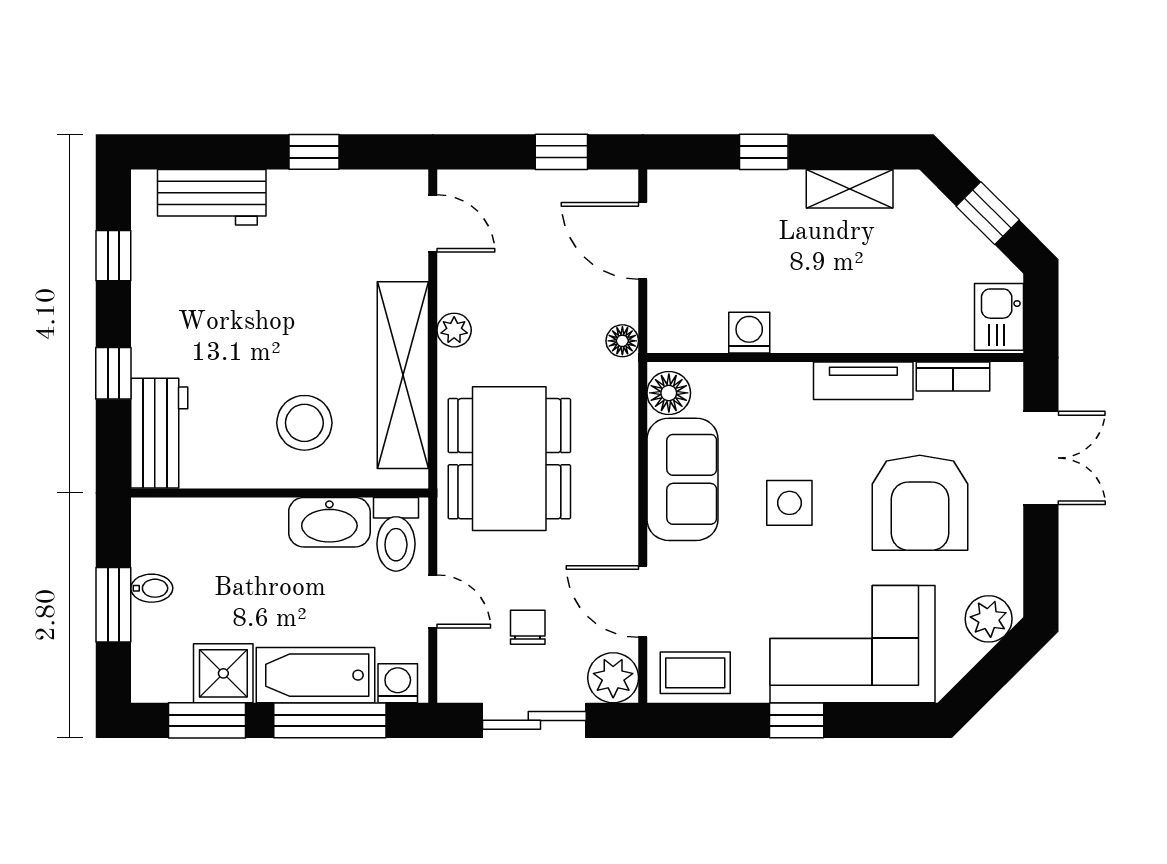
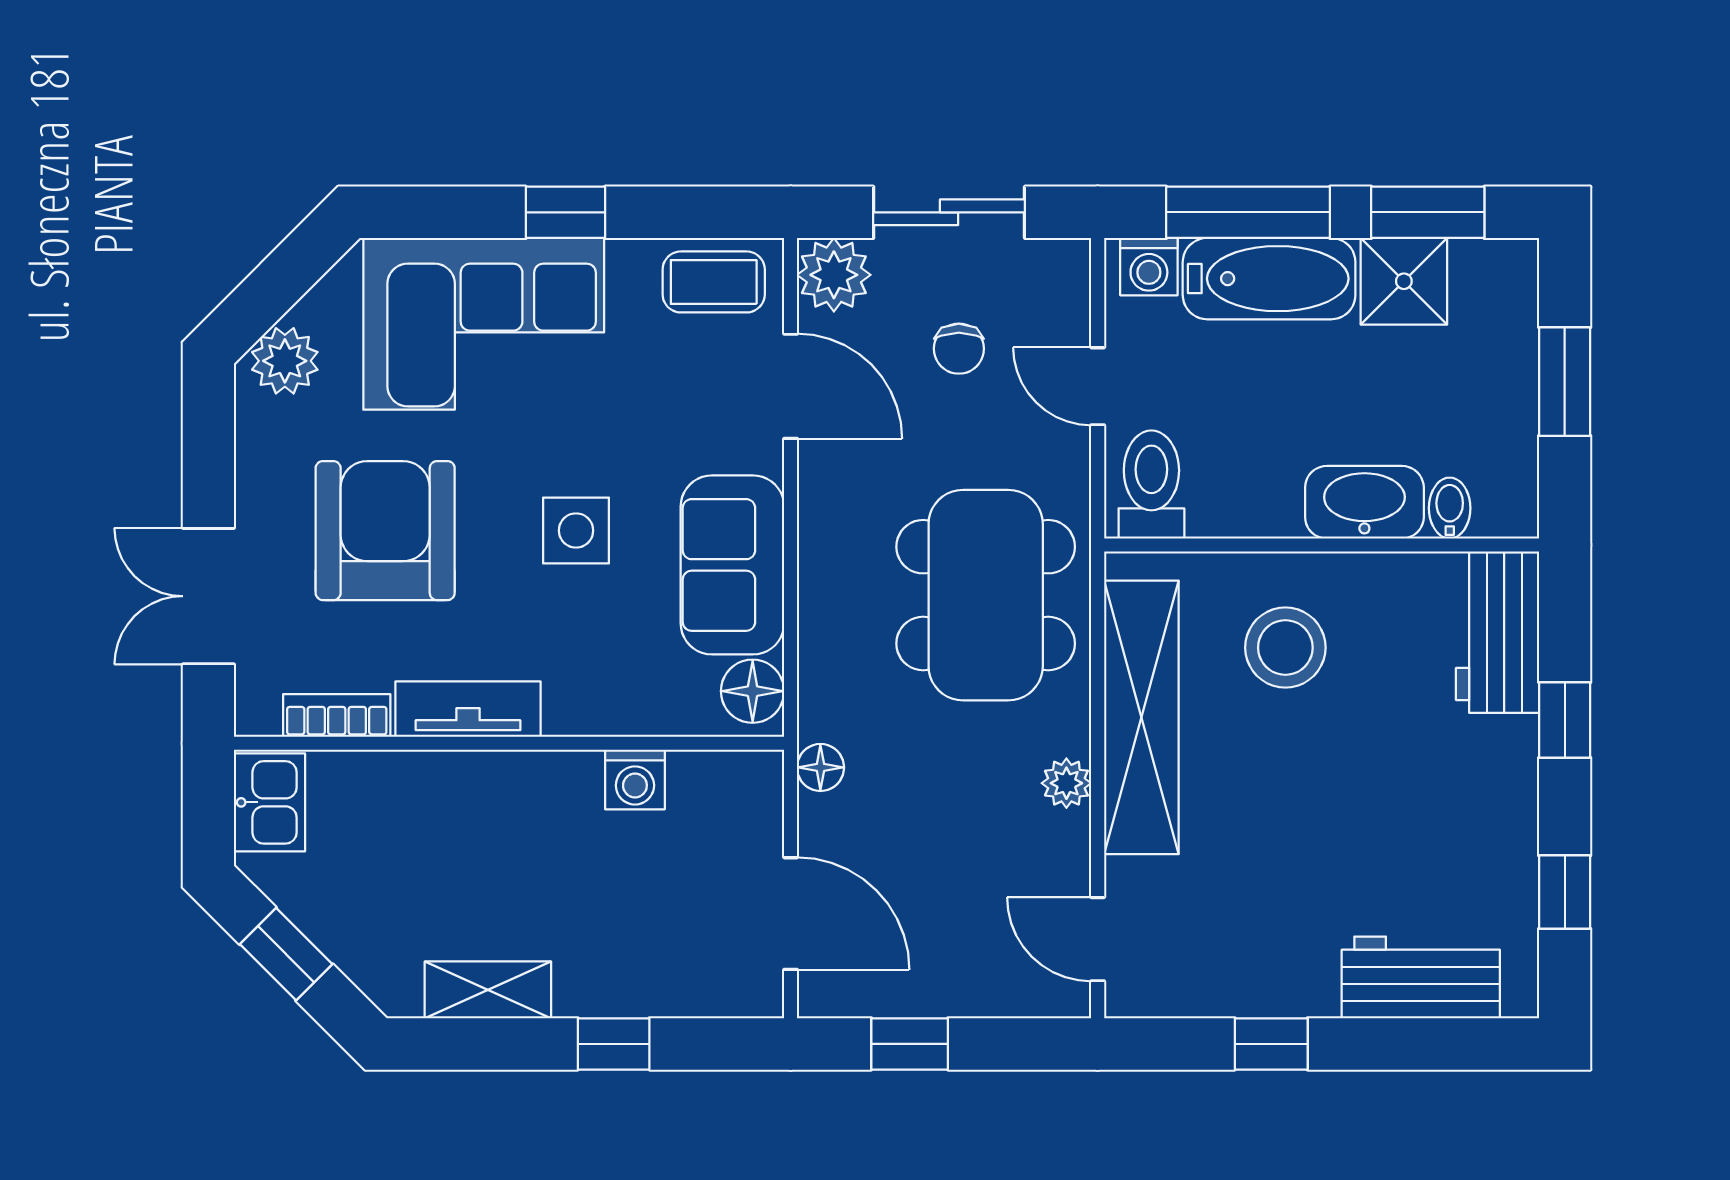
washbasin: (329, 522) -> (1364, 502), moved
bidet: (152, 588) -> (1450, 508), moved, turned 90

